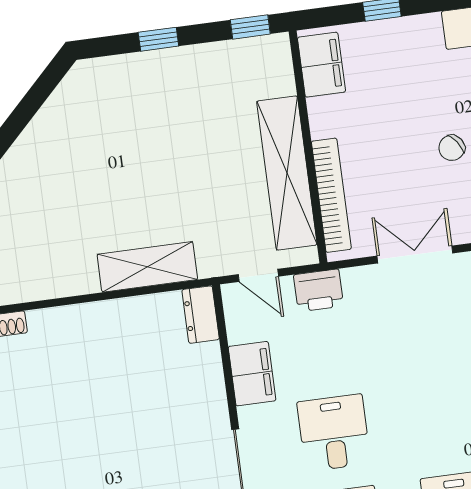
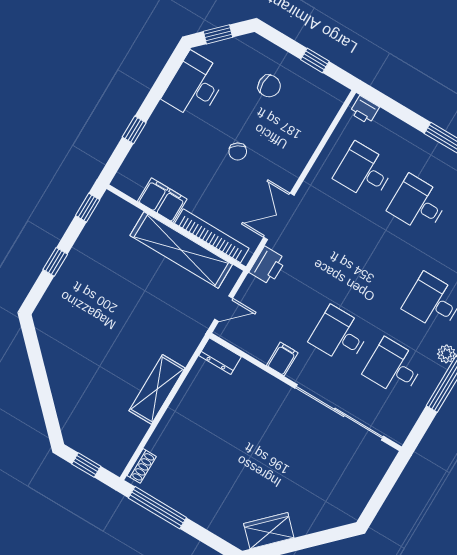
filing cabinet: (321, 65) -> (162, 200), moved
shelving: (147, 267) -> (157, 389), moved
printer: (318, 290) -> (268, 266), moved
filing cabinet: (252, 374) -> (282, 359), width x0.50

